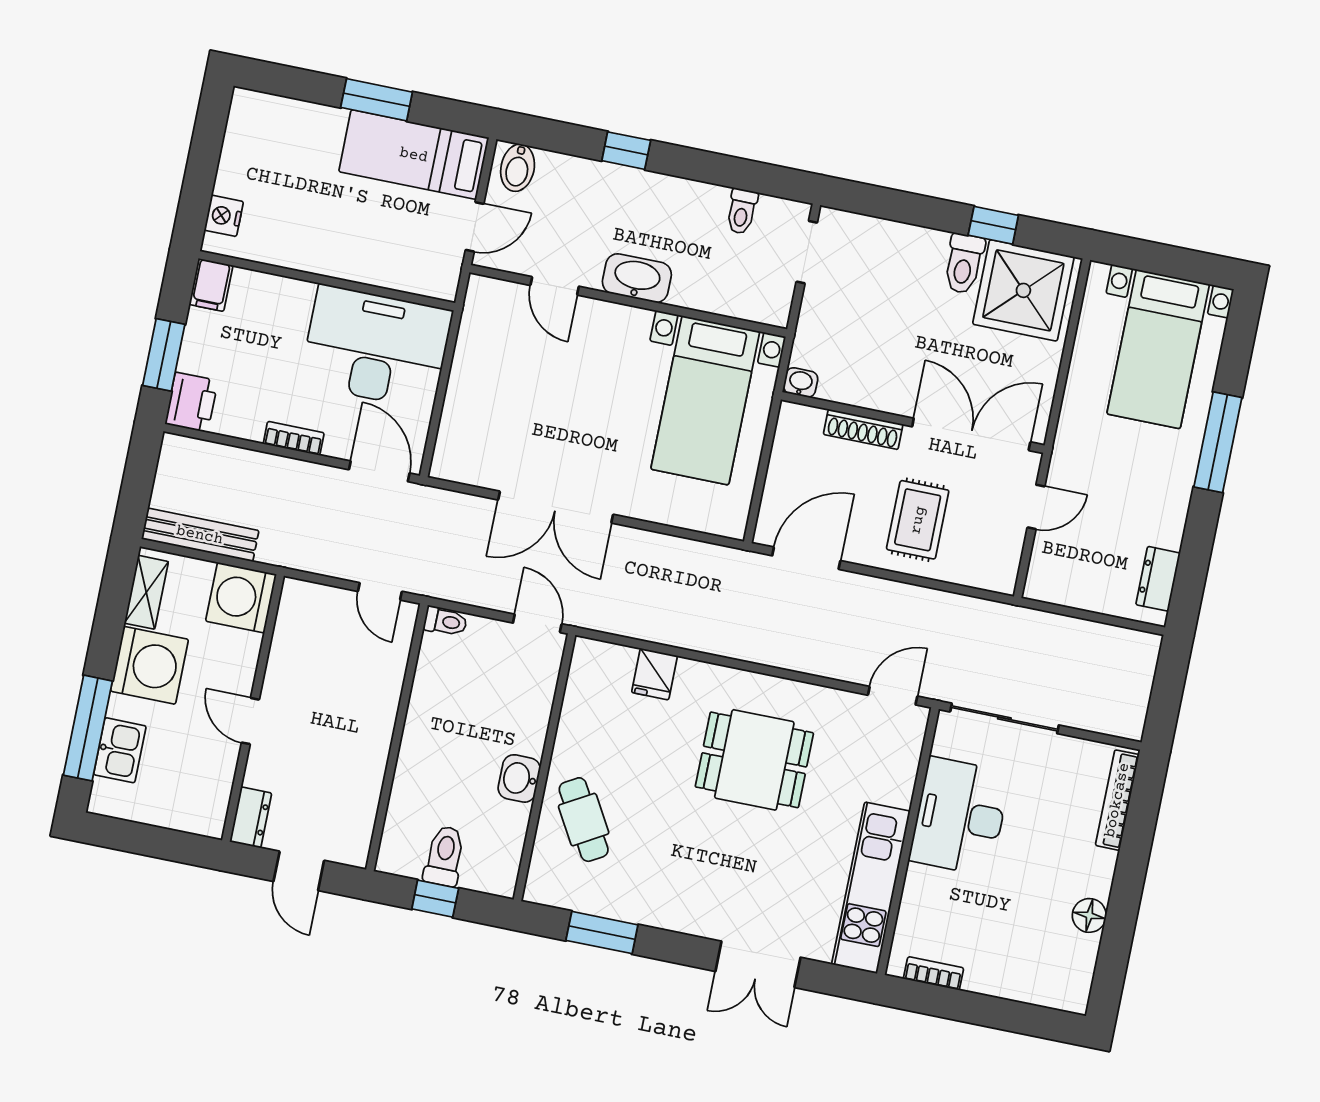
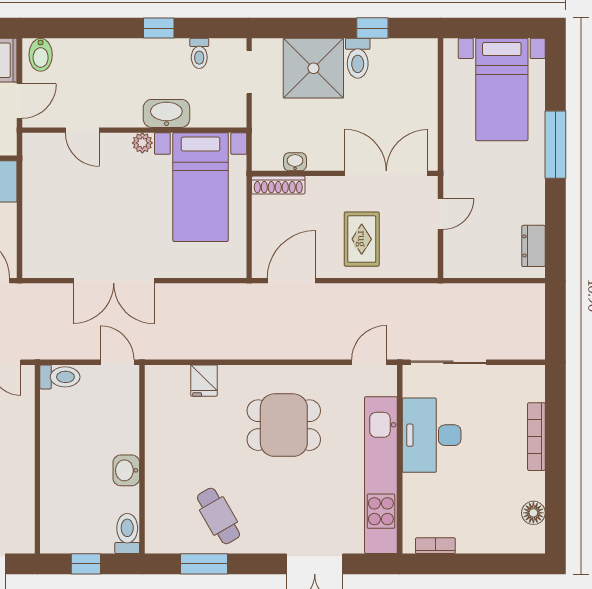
window: (626, 151) -> (159, 28), moved
washbasin: (637, 278) -> (166, 113), moved
shower: (1023, 290) -> (313, 68), moved
plant: (636, 321) -> (142, 143), added
washbasin: (801, 382) -> (295, 162), moved
shoe rack: (863, 429) -> (278, 185), moved
toilet: (445, 621) -> (60, 377), width x1.37, depth x1.39
bookcase: (1117, 800) -> (536, 437), moved
cafe table: (584, 820) -> (218, 516), moved
toilet: (444, 856) -> (127, 533), moved
kitchen unit: (871, 888) -> (381, 475), width x1.36
floor lamp: (1089, 915) -> (533, 513), moved

